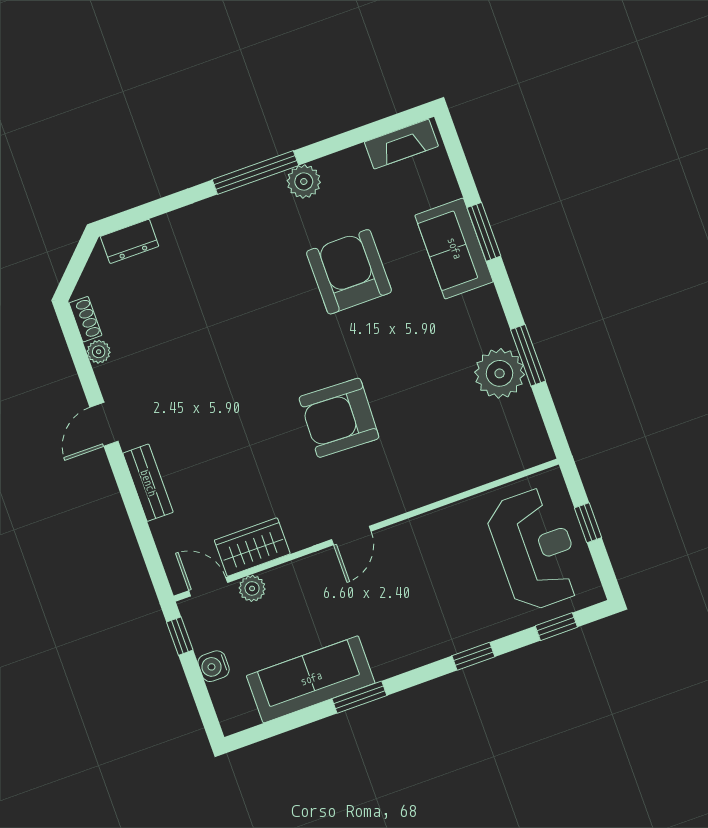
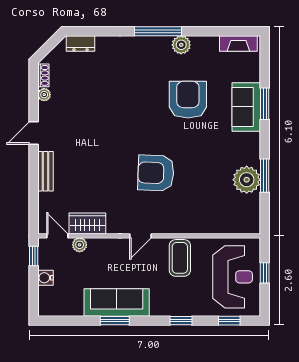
coffee table: (433, 549) -> (180, 258), added
sofa: (311, 679) -> (117, 302), moved

